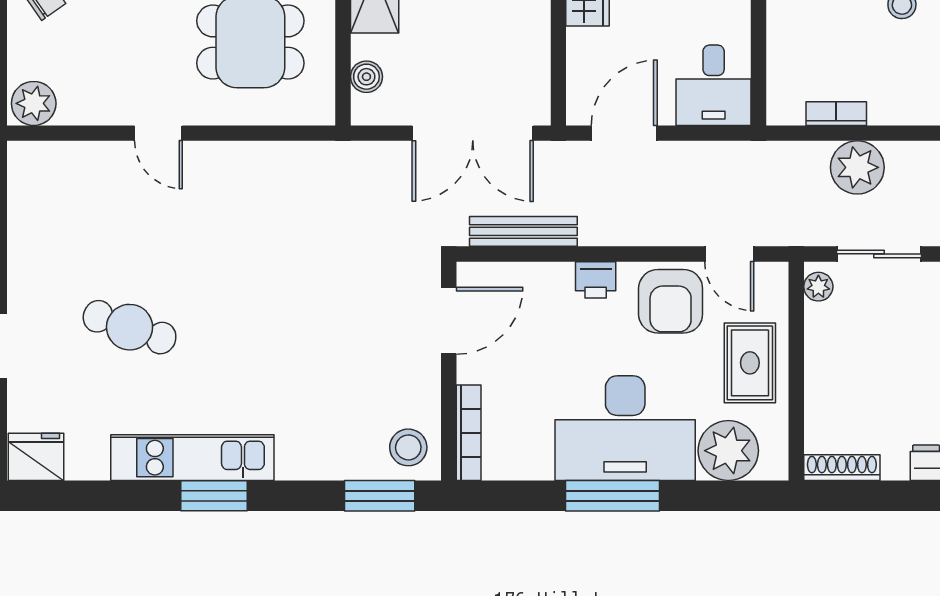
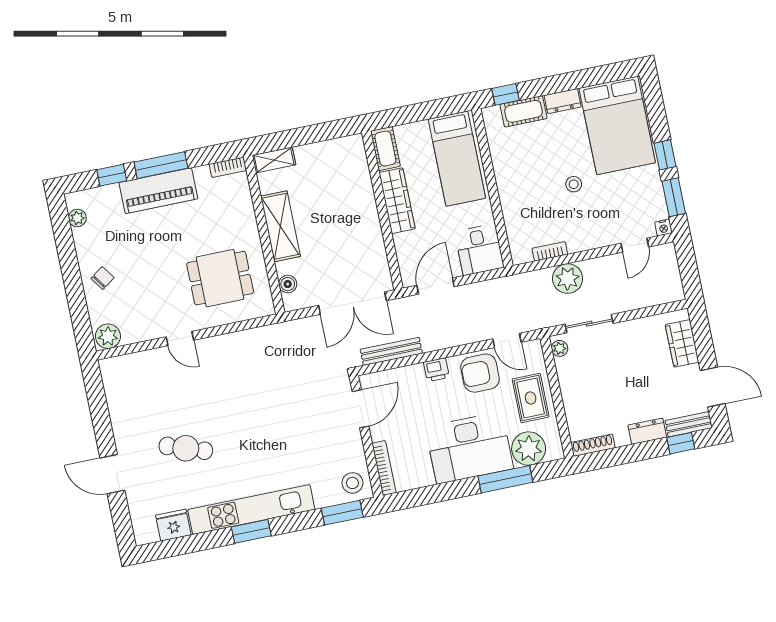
armchair: (671, 301) -> (480, 373), turned 90
fridge: (36, 457) -> (173, 525), moved
kitchen unit: (192, 458) -> (251, 510), width x1.36
window: (613, 496) -> (505, 479), moved

